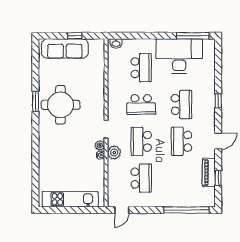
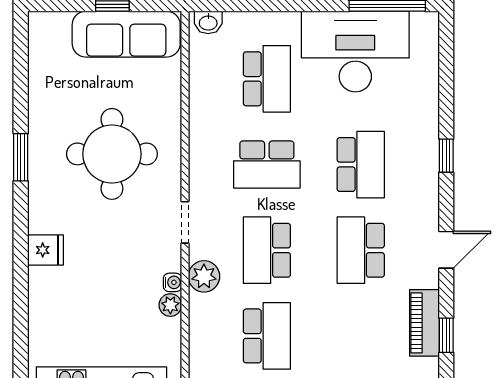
sofa: (65, 49) -> (126, 34), moved
round table: (60, 105) -> (112, 154), moved
fridge: (46, 141) -> (46, 250), added
plant: (100, 145) -> (170, 305), moved

